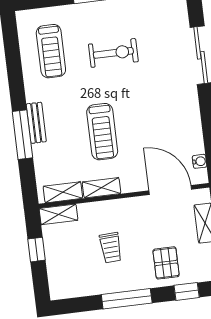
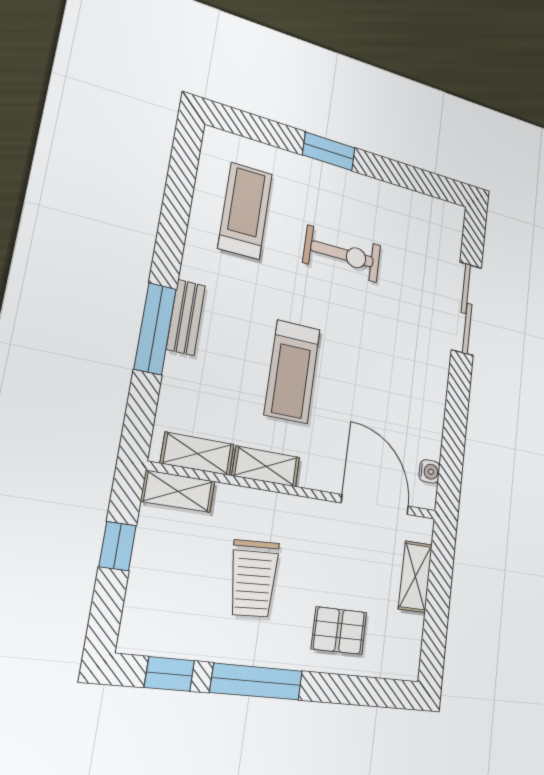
treadmill: (51, 51) -> (245, 211), turned 180
trolley: (111, 248) -> (254, 578), width x1.36, depth x1.39
pallet: (166, 263) -> (339, 631), turned 90
window: (187, 291) -> (169, 674), moved

